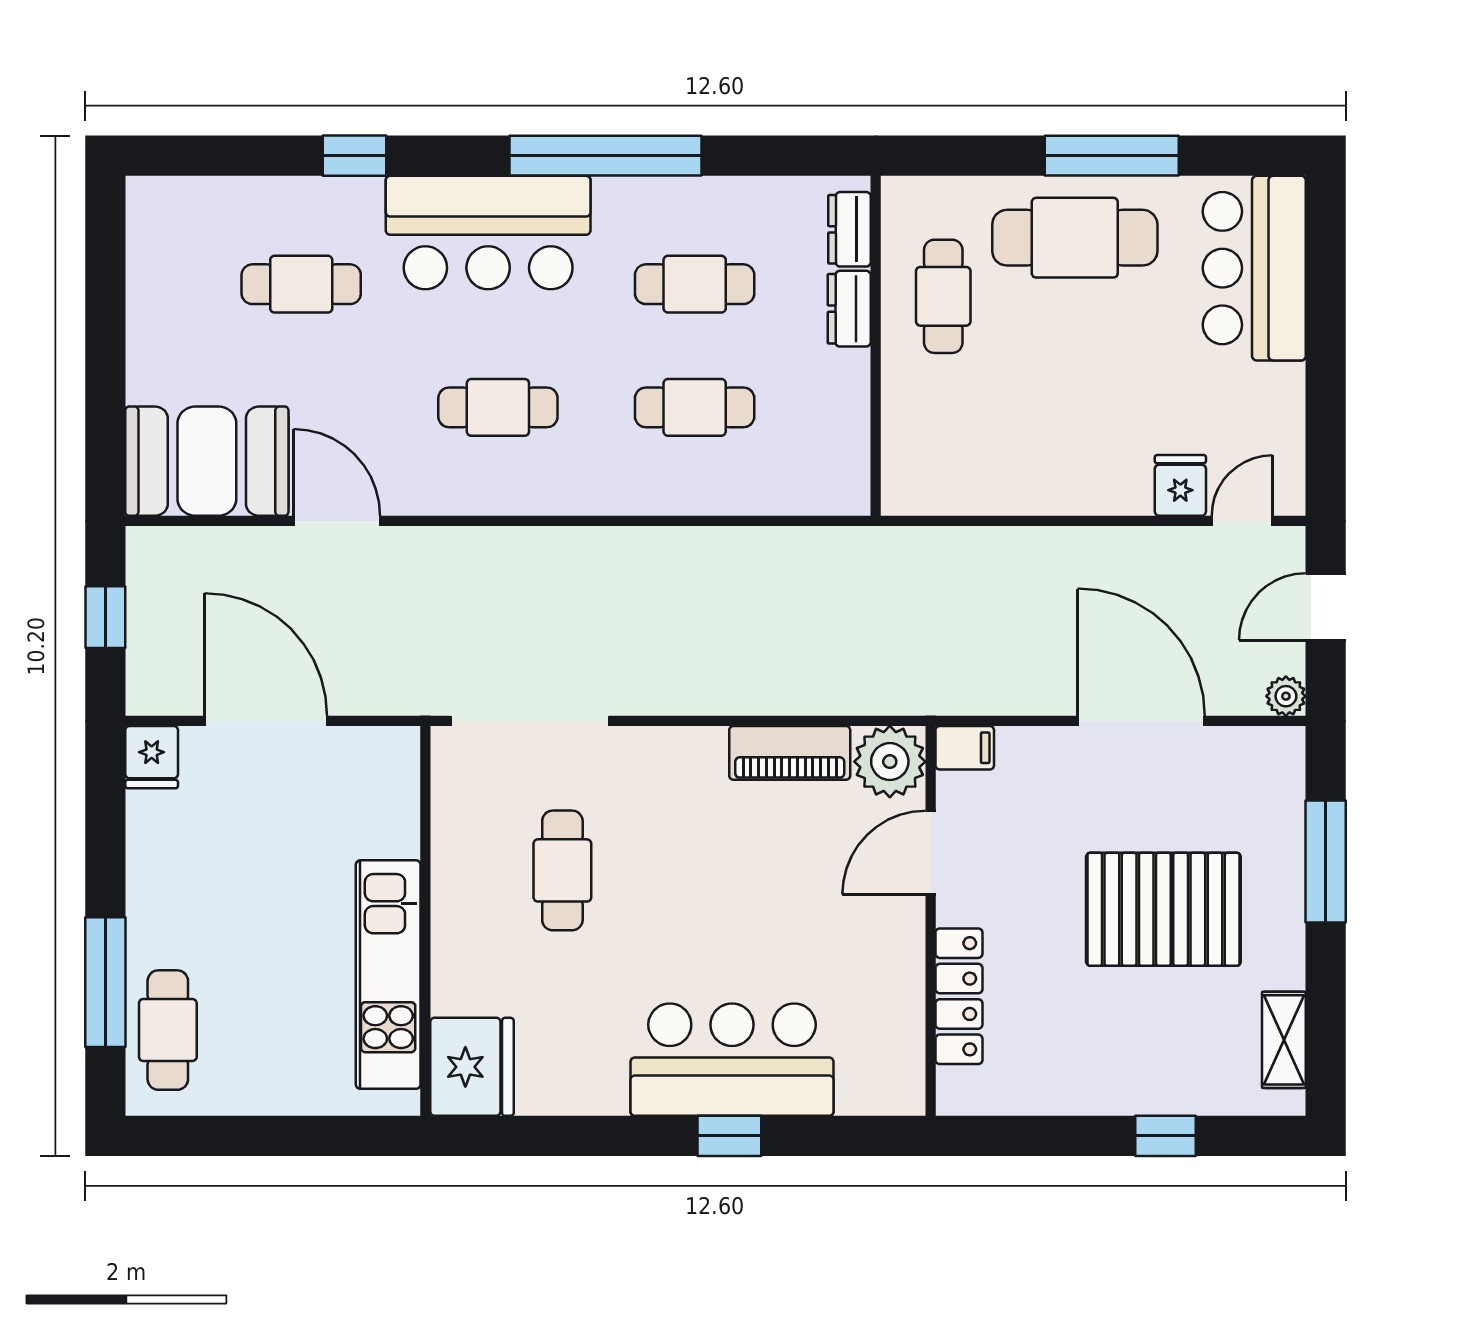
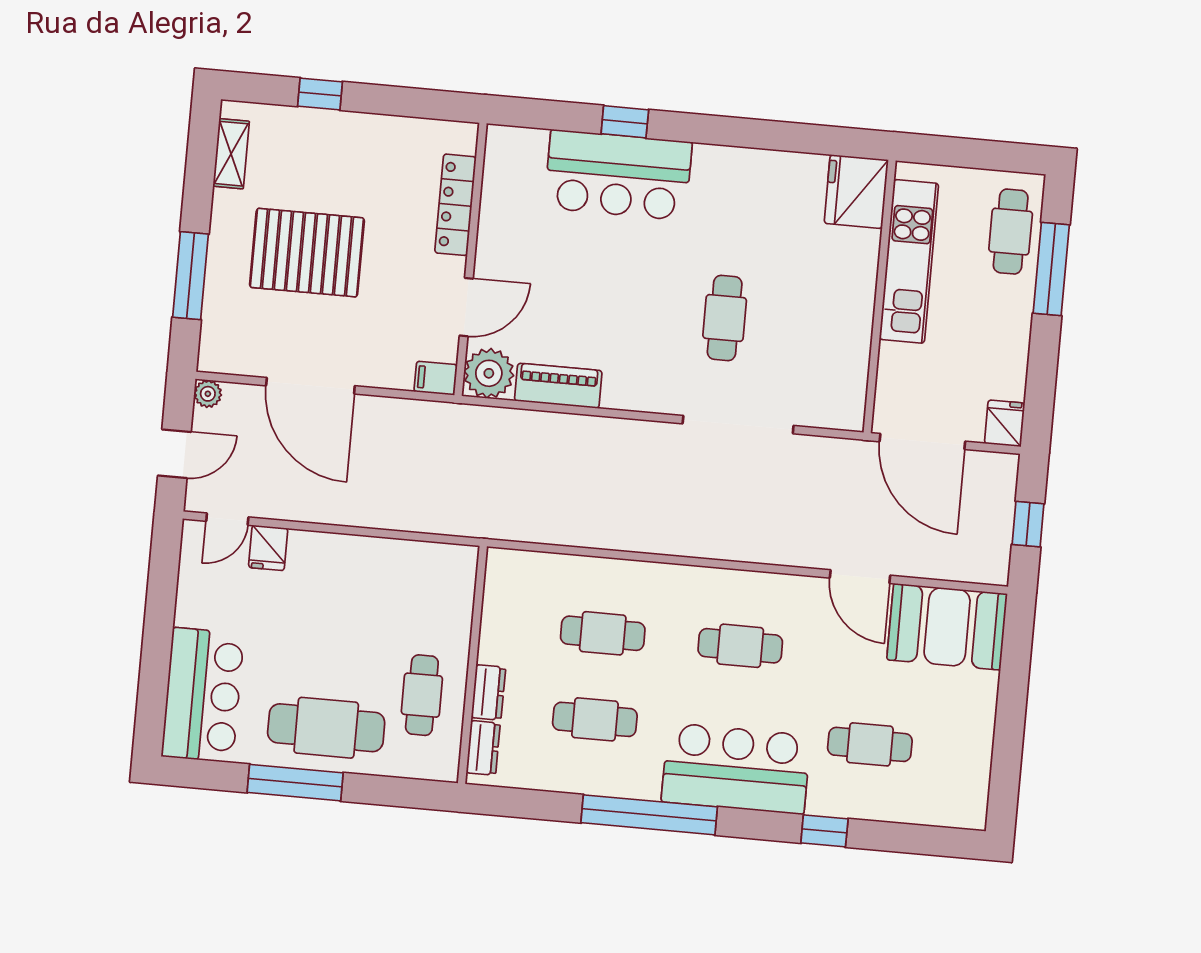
wall: (425, 921) -> (880, 297), moved
kitchen unit: (388, 975) -> (909, 261), moved
fridge: (472, 1067) -> (856, 192), moved

